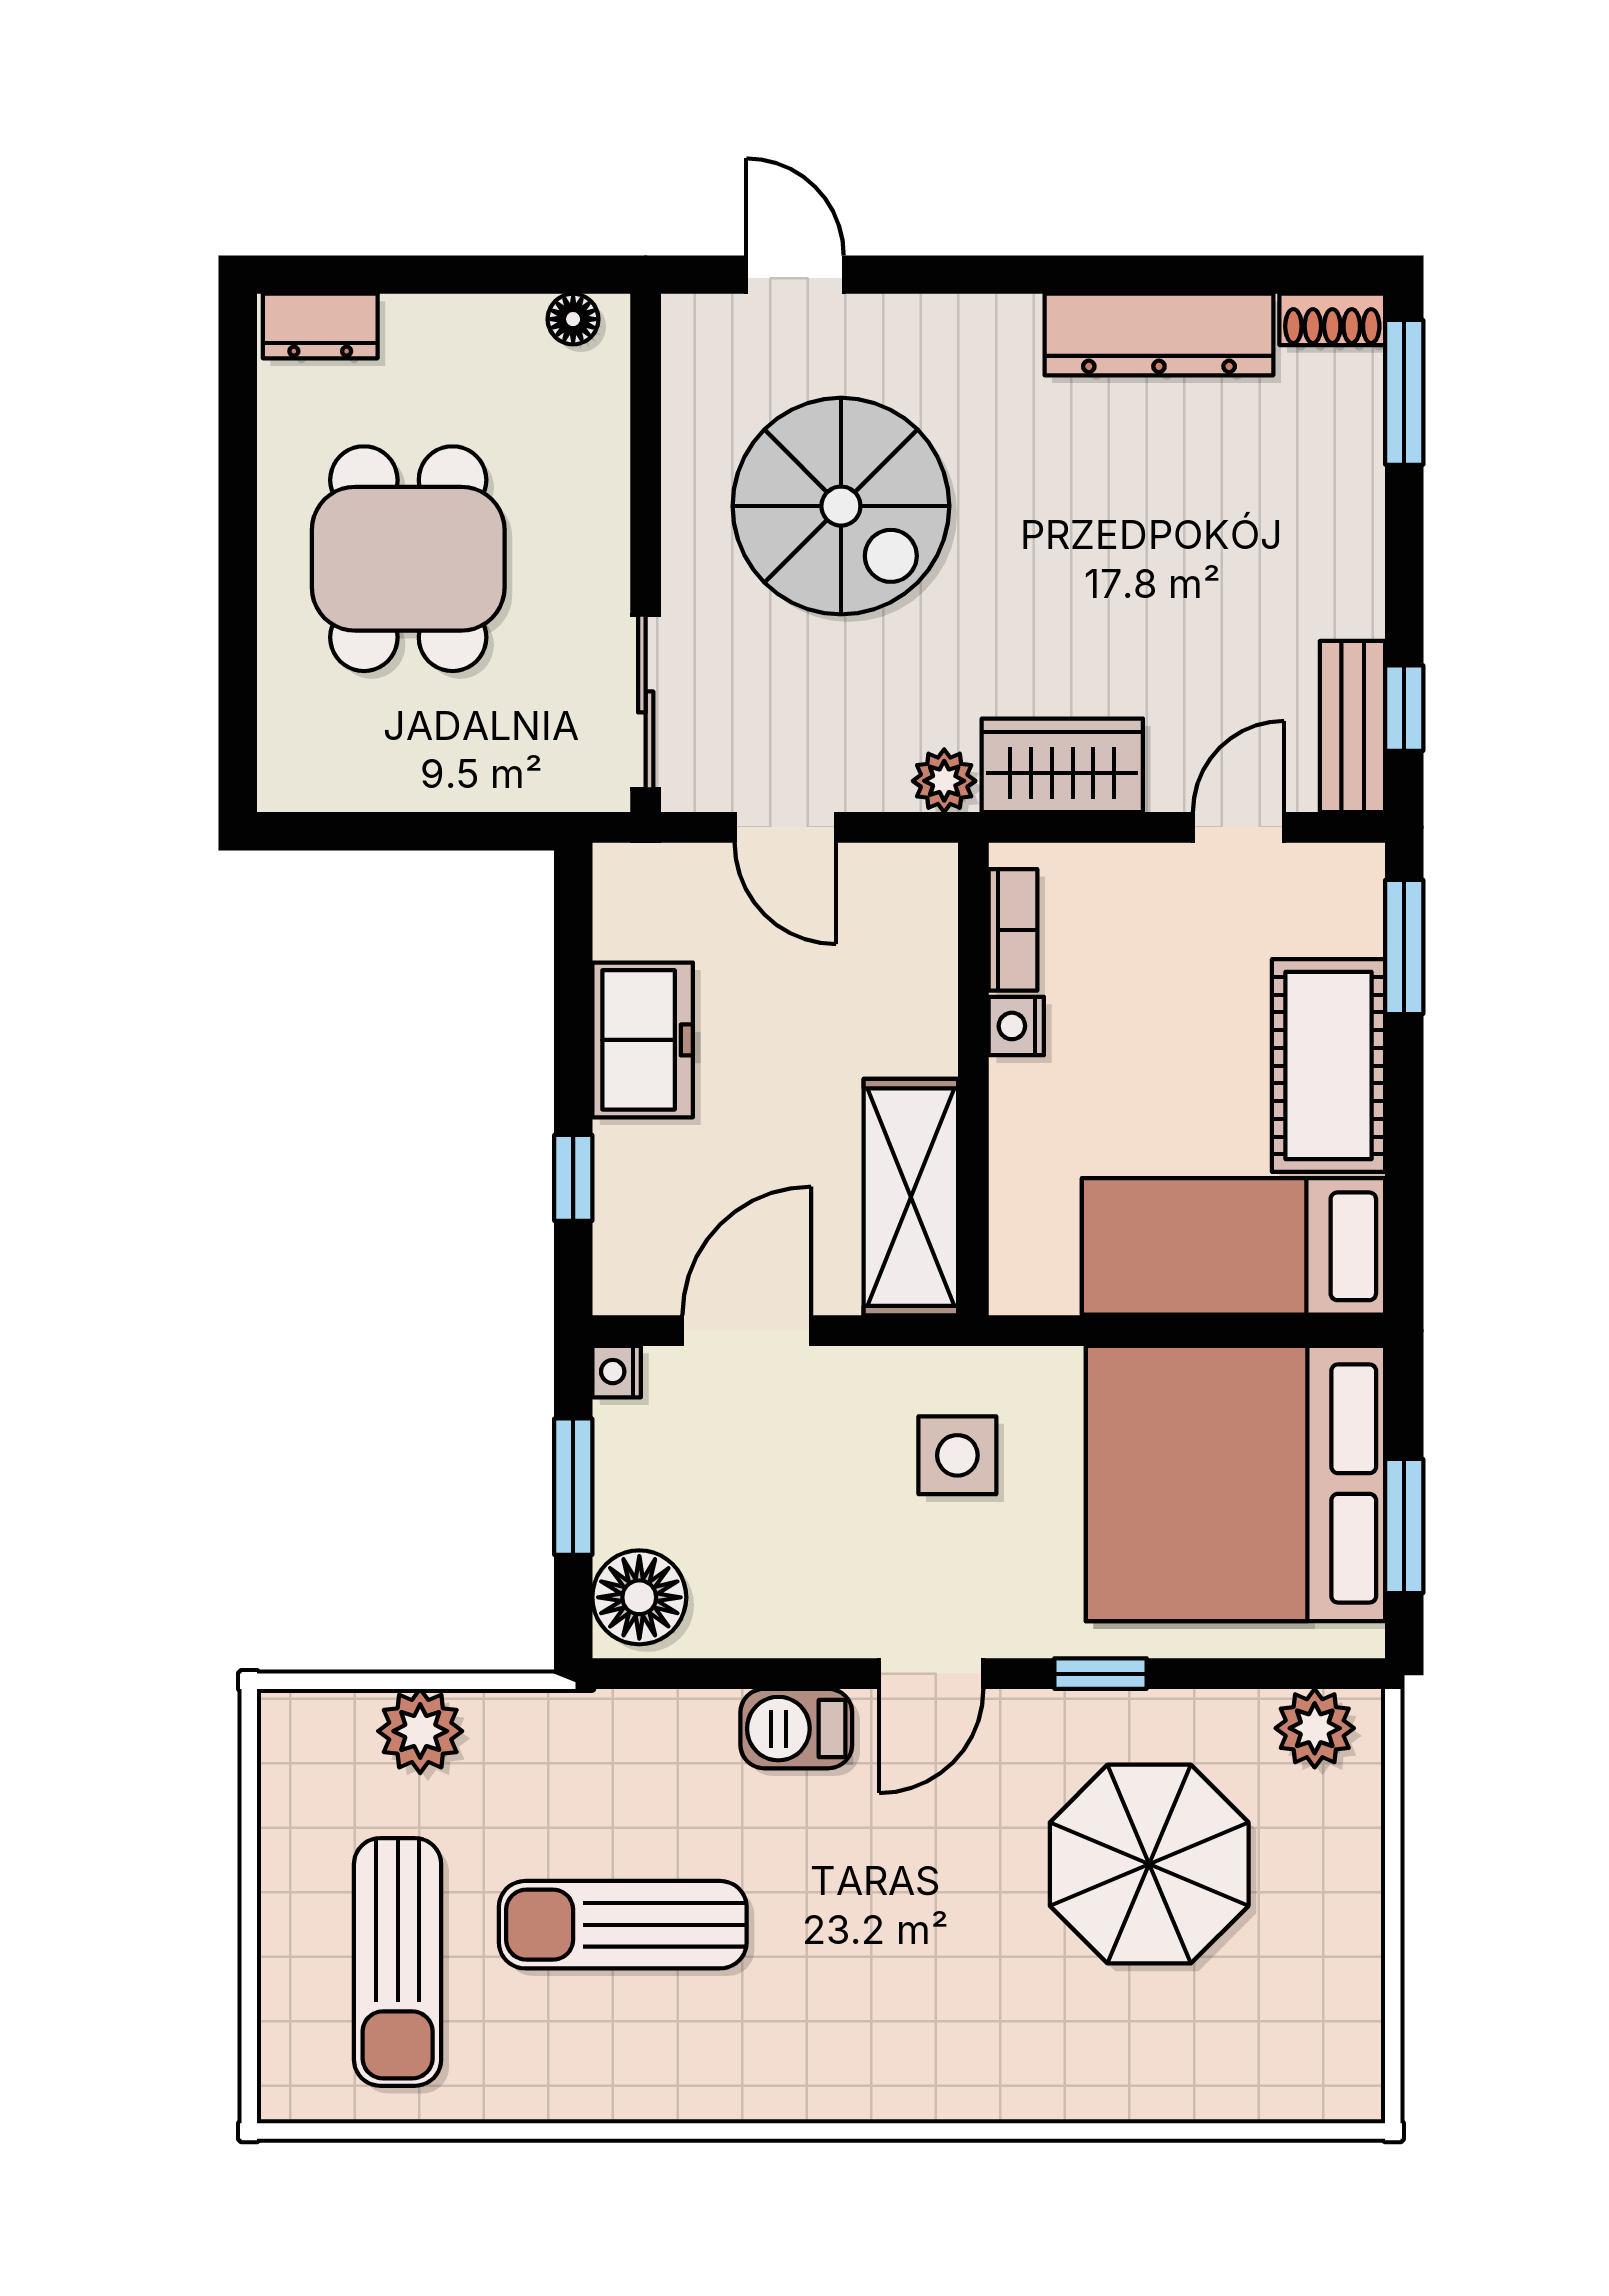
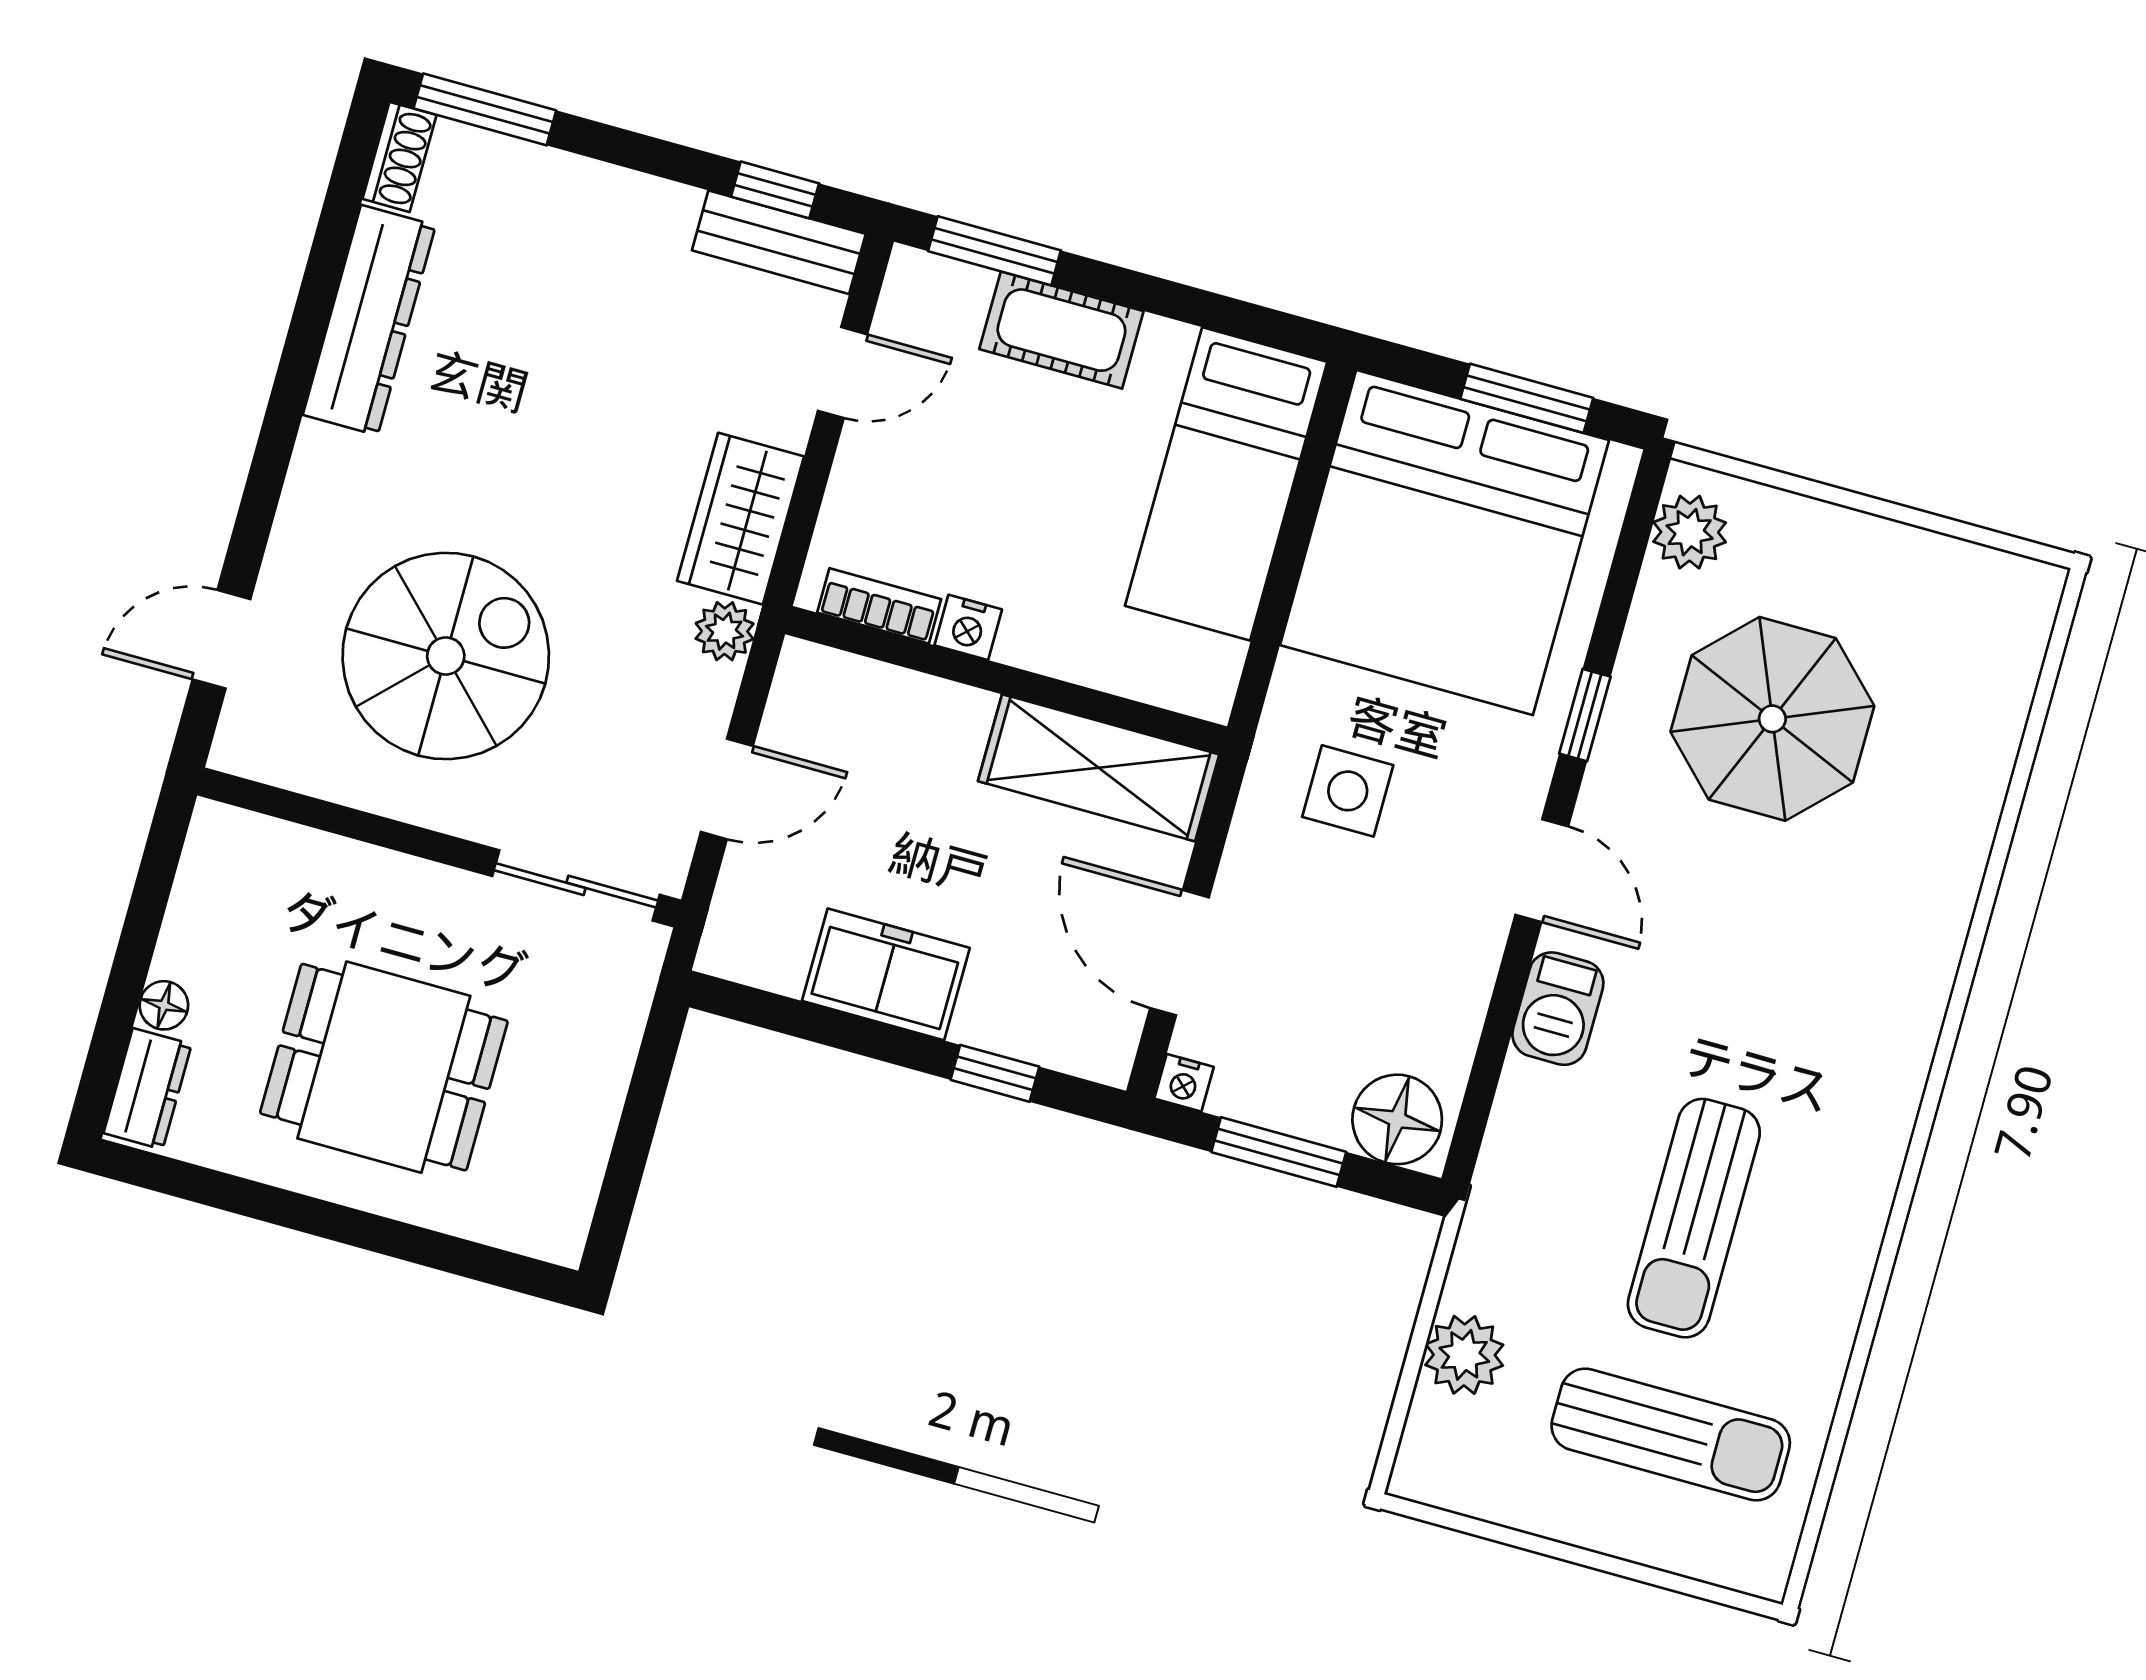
floor lamp: (573, 319) -> (164, 1005), moved
door: (1239, 827) -> (842, 373), swing flipped
cot: (1329, 1066) -> (1061, 330), width x0.73, depth x0.75

